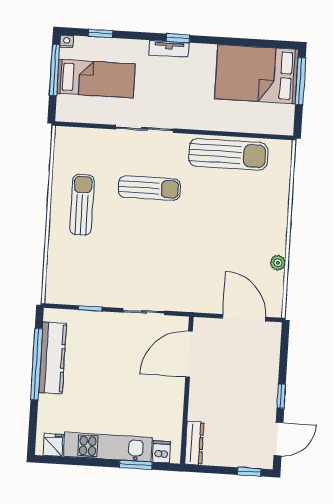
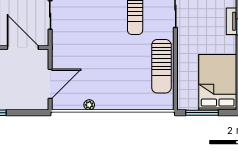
window: (300, 81) -> (202, 113), moved

